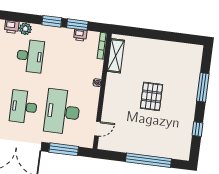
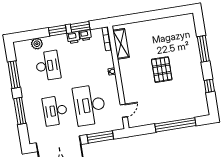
printer: (12, 27) -> (73, 38), moved

